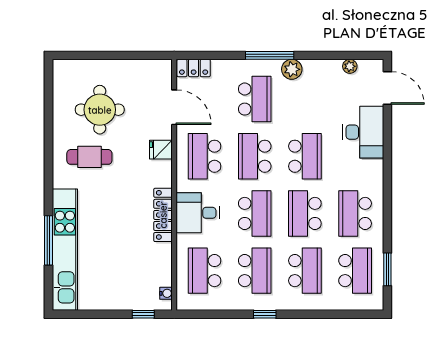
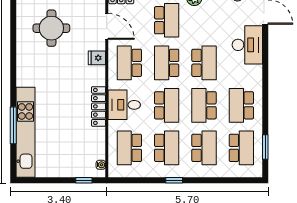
cafe table: (89, 157) -> (44, 63), removed

